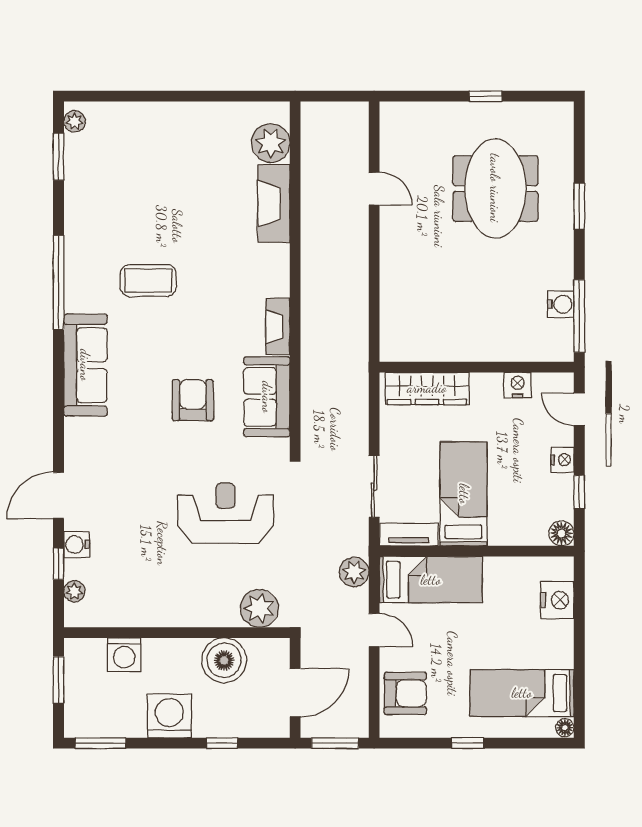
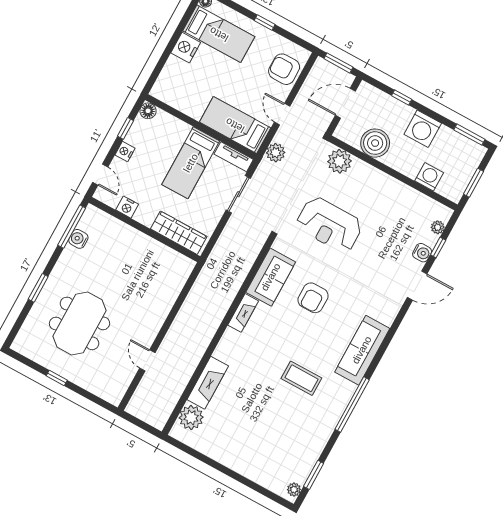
nightstand: (557, 600) -> (186, 48), moved

